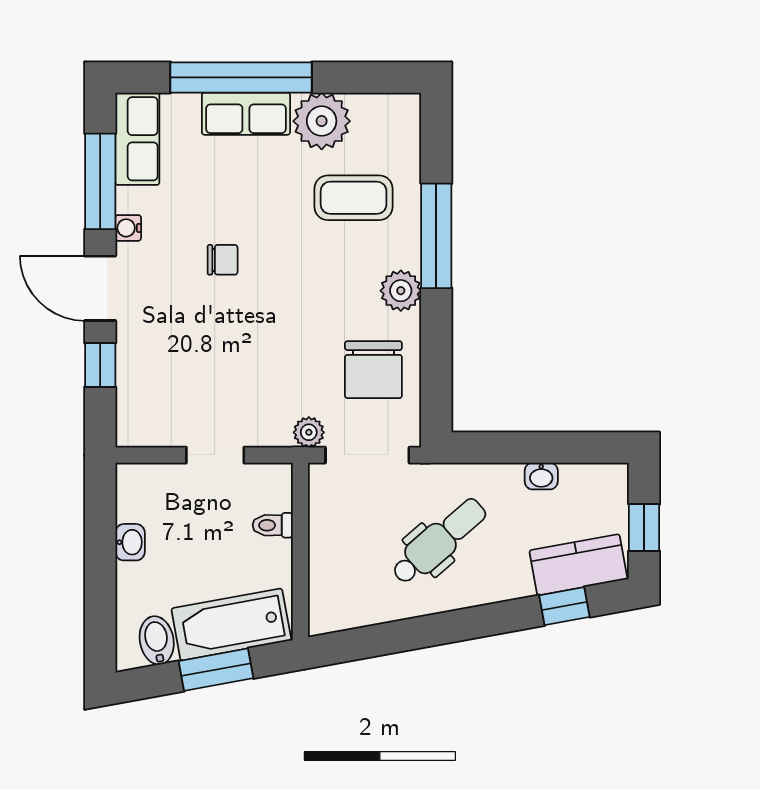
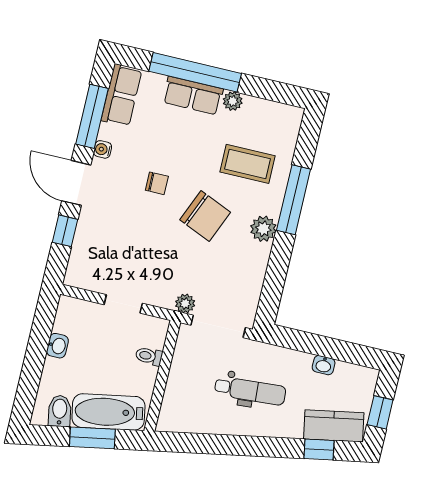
plant: (322, 121) -> (233, 101), width x0.53, depth x0.53
chair: (373, 370) -> (205, 216), moved, turned -67
dental chair: (439, 541) -> (250, 391), turned 37

